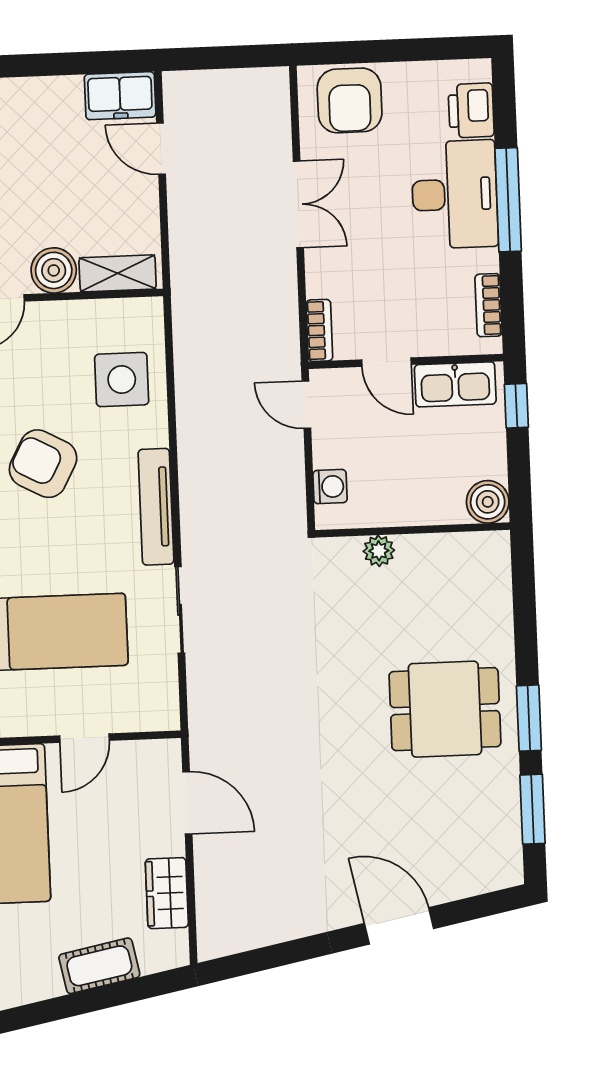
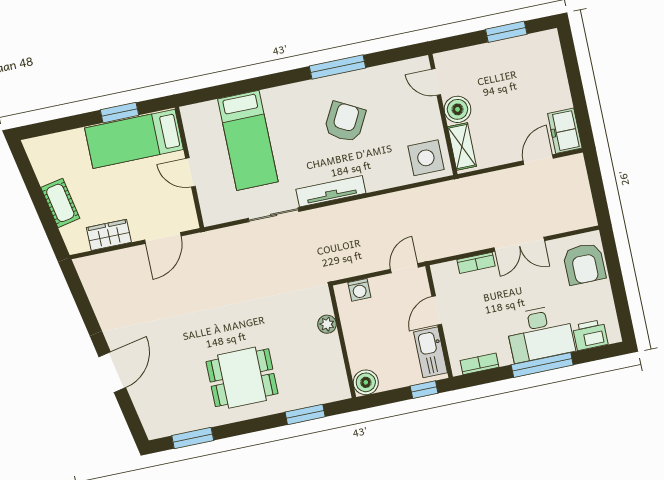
armchair: (350, 100) -> (584, 264), turned -90
bookcase: (319, 330) -> (476, 263), moved
side table: (122, 380) -> (426, 158), moved
dining table: (445, 709) -> (242, 378), turned 90
window: (529, 718) -> (305, 414), moved

